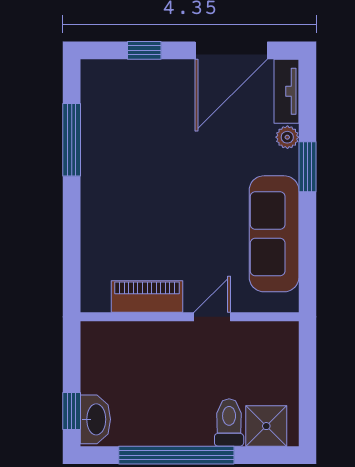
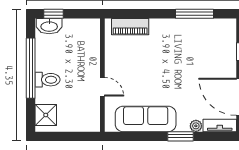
piano: (147, 296) -> (130, 27), moved, turned 90
toilet: (229, 423) -> (48, 80), moved

